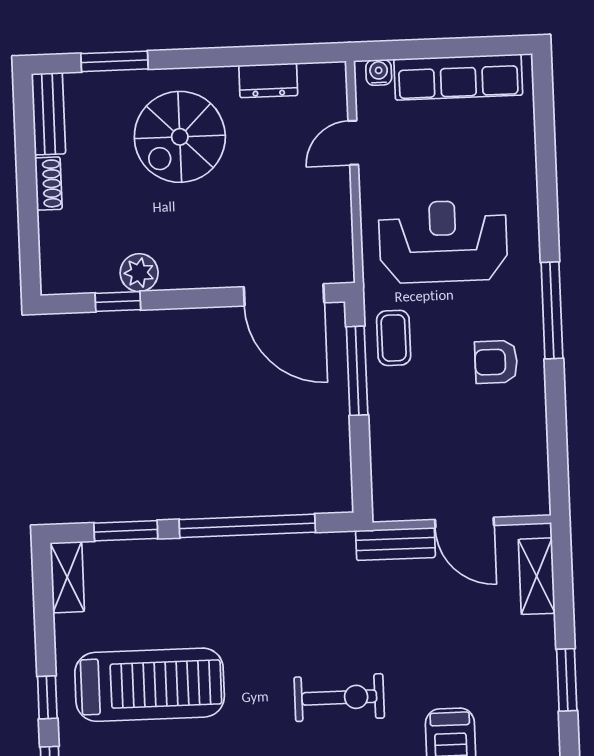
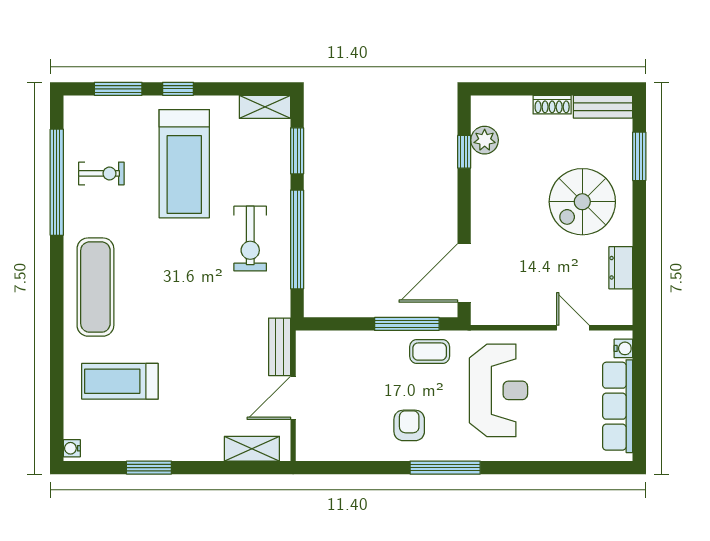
spiral stairs: (180, 137) -> (582, 202), turned -90
plant: (139, 273) -> (485, 140), moved
window: (567, 680) -> (149, 468), moved
exercise bike: (339, 698) -> (250, 239), moved

